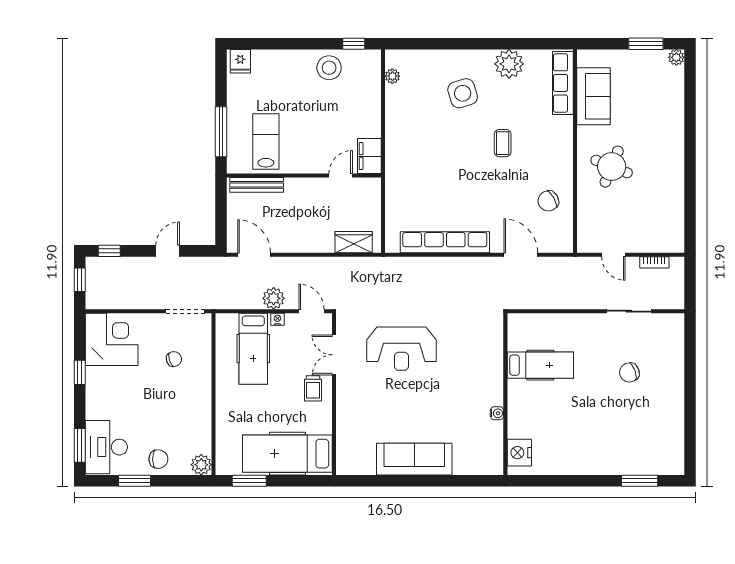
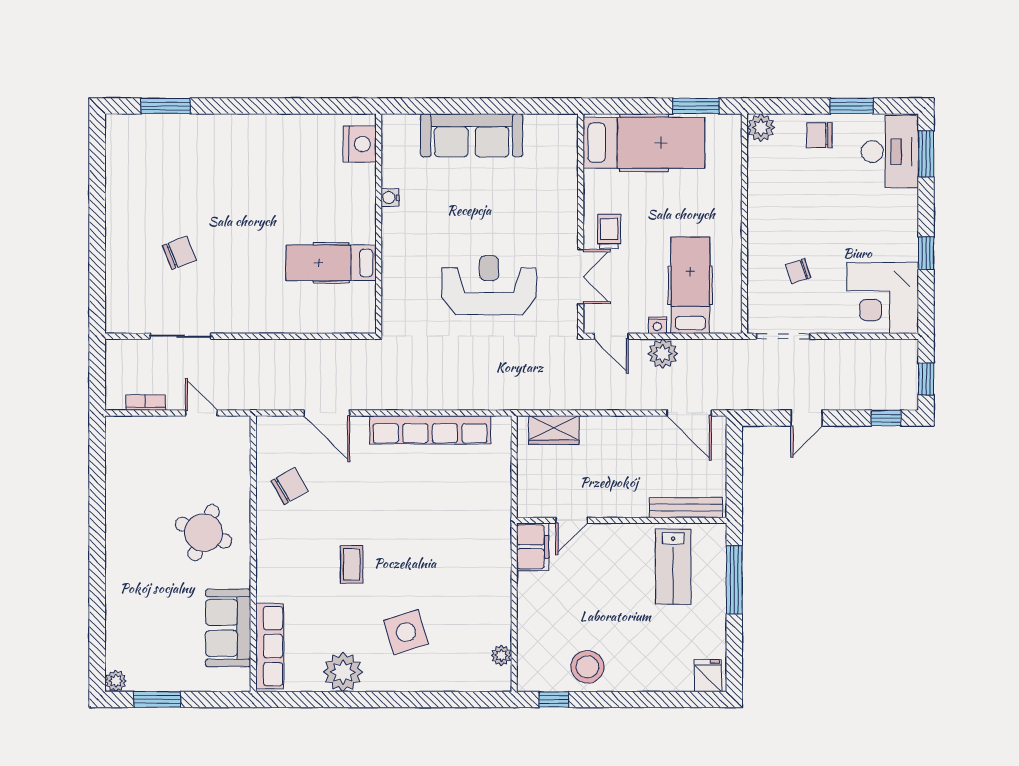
hospital bed: (540, 365) -> (331, 263), moved
wall: (505, 394) -> (379, 224), moved
water cooler: (497, 413) -> (390, 197), moved
nightstand: (519, 453) -> (360, 144), moved

